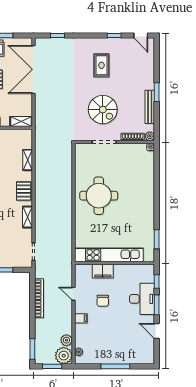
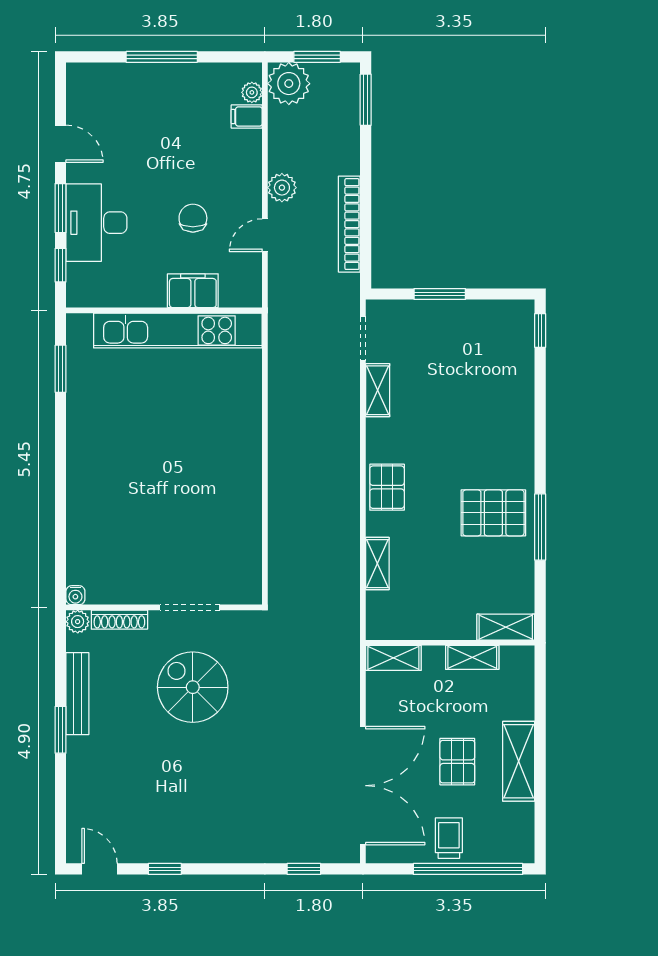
rug: (101, 65) -> (196, 796), removed
round table: (99, 196) -> (203, 476), removed
shelving: (27, 217) -> (378, 390), moved
door: (73, 294) -> (265, 235), swing flipped
filing cabinet: (81, 318) -> (247, 116), moved
plant: (66, 340) -> (282, 188), moved

